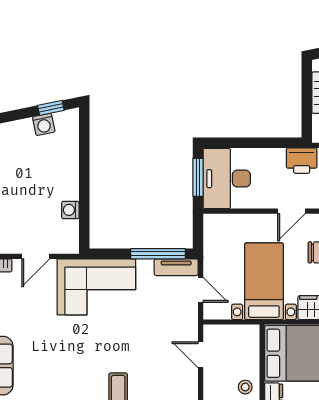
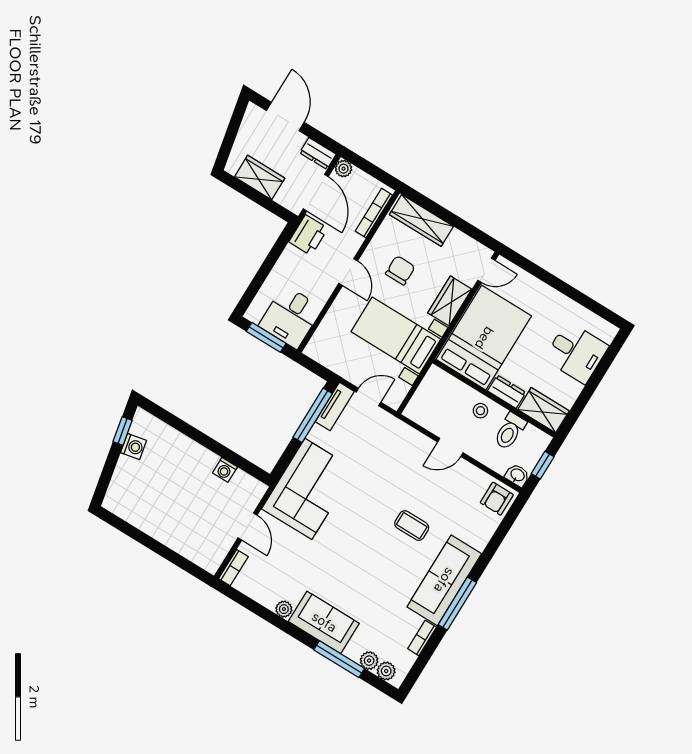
desk: (227, 179) -> (290, 317), width x0.73
door: (201, 355) -> (450, 447), moved

